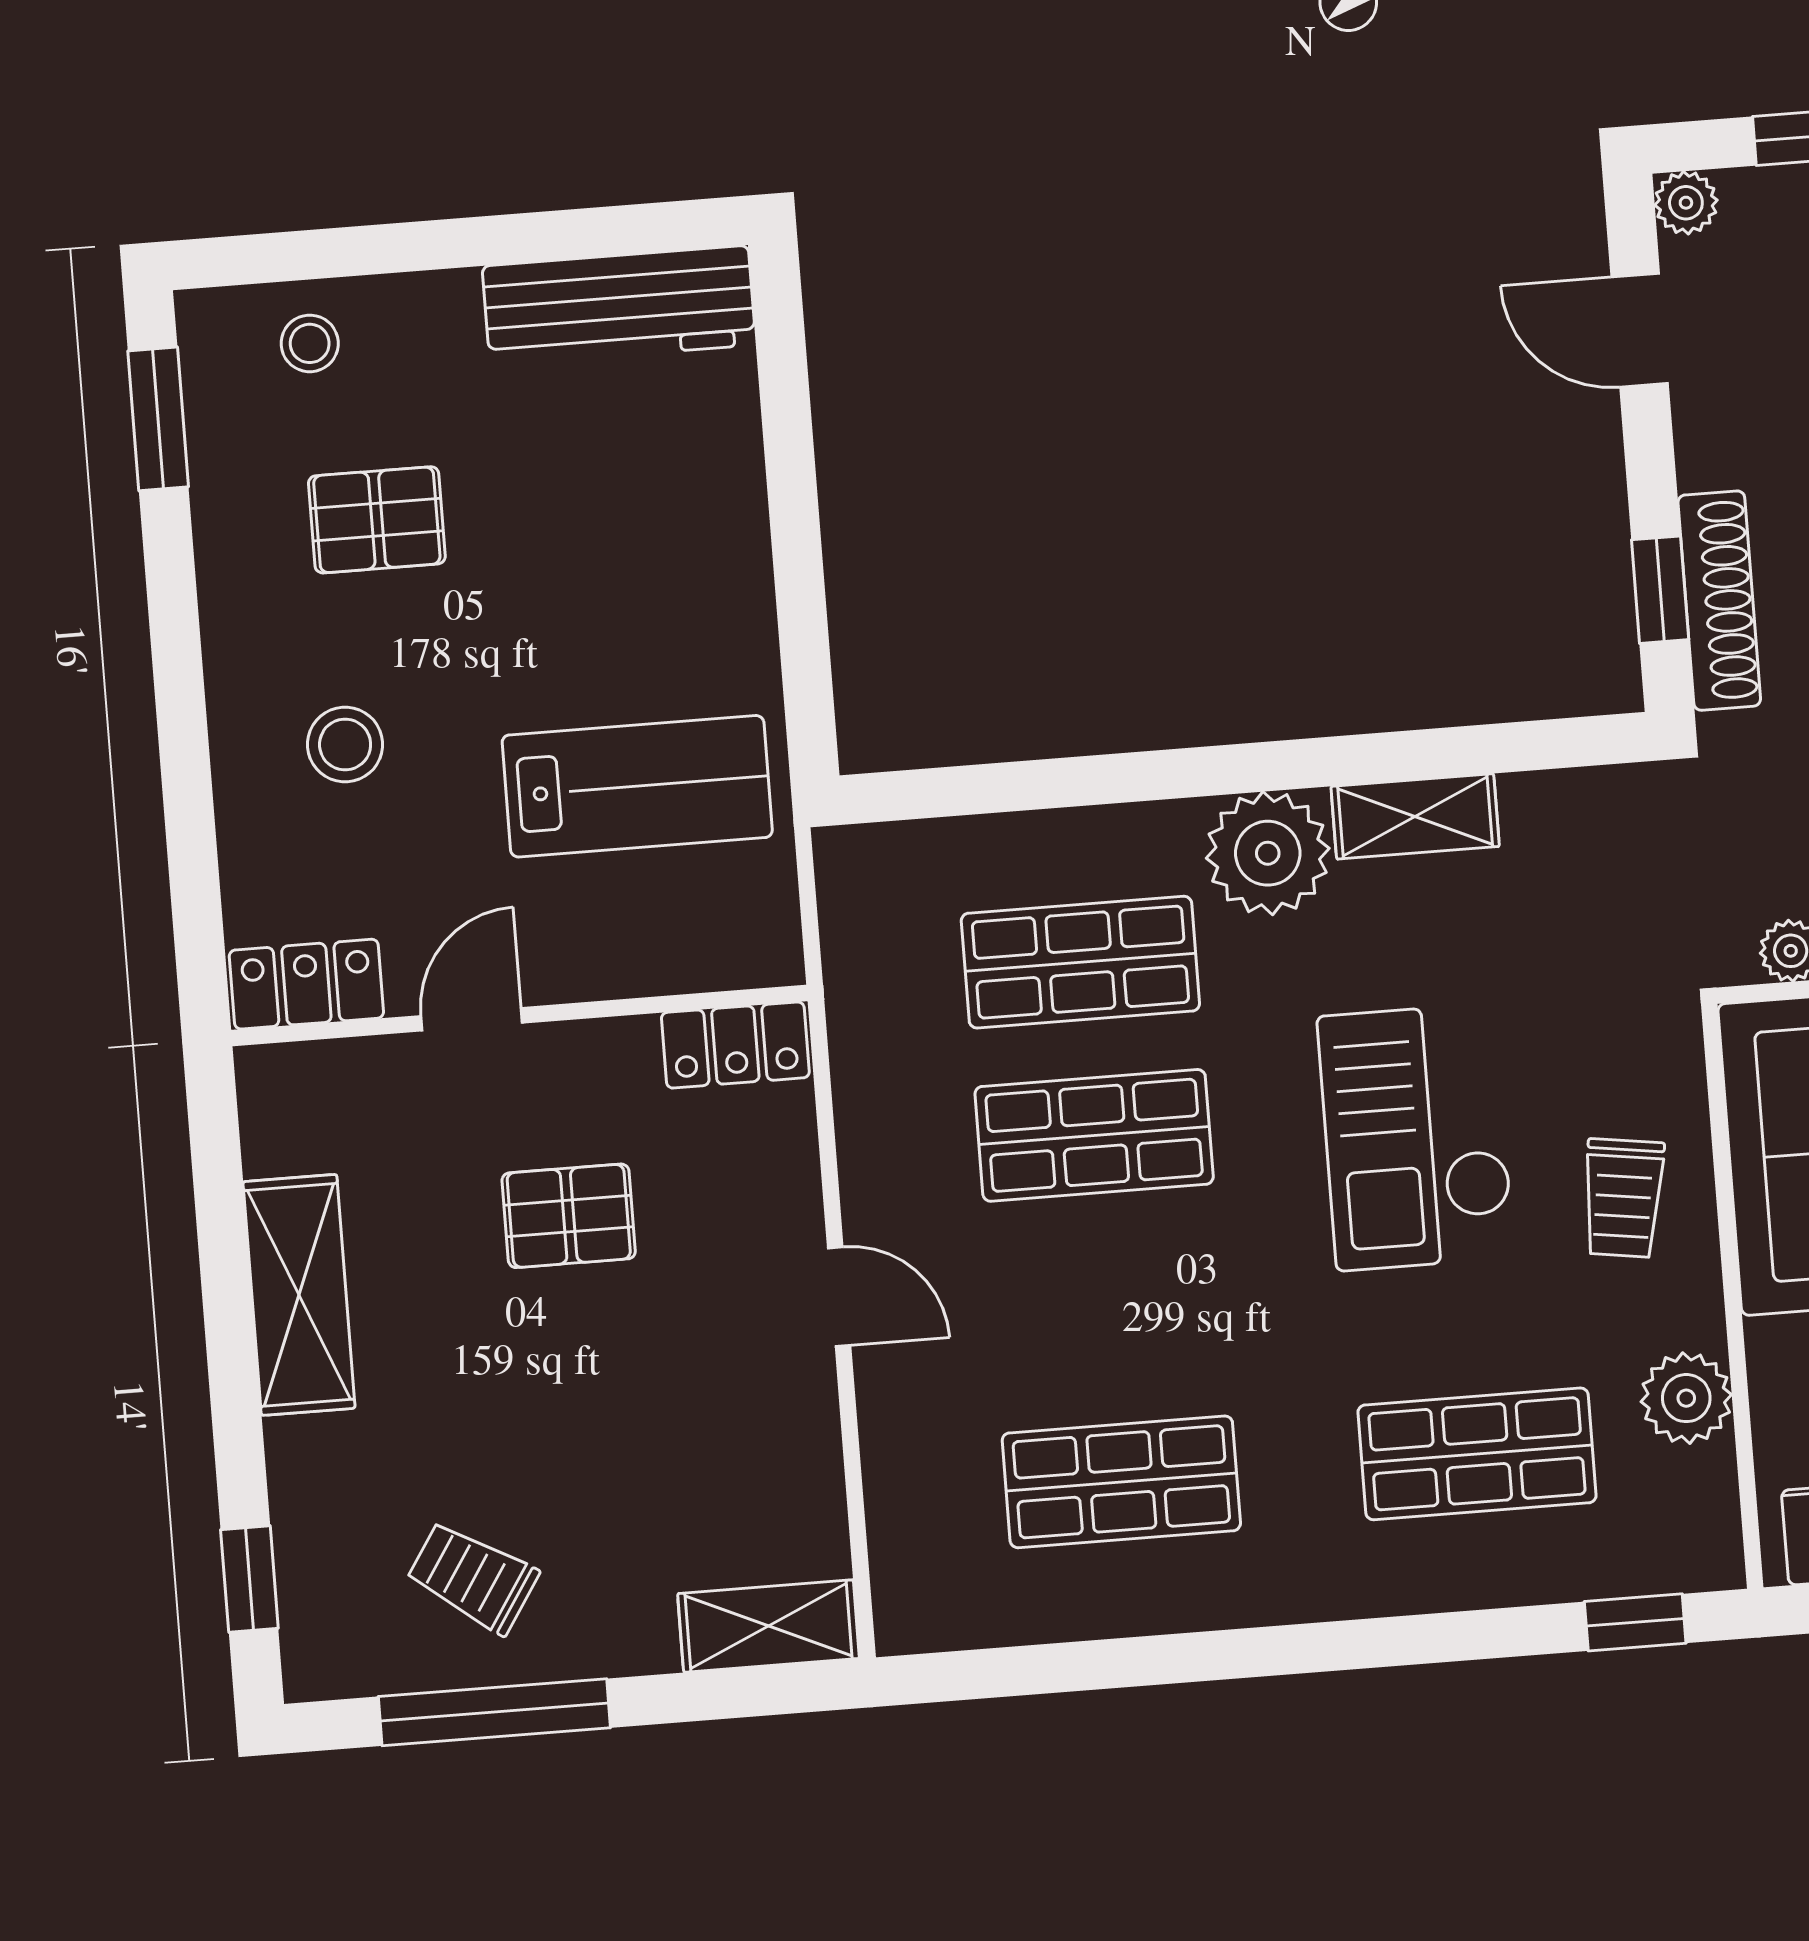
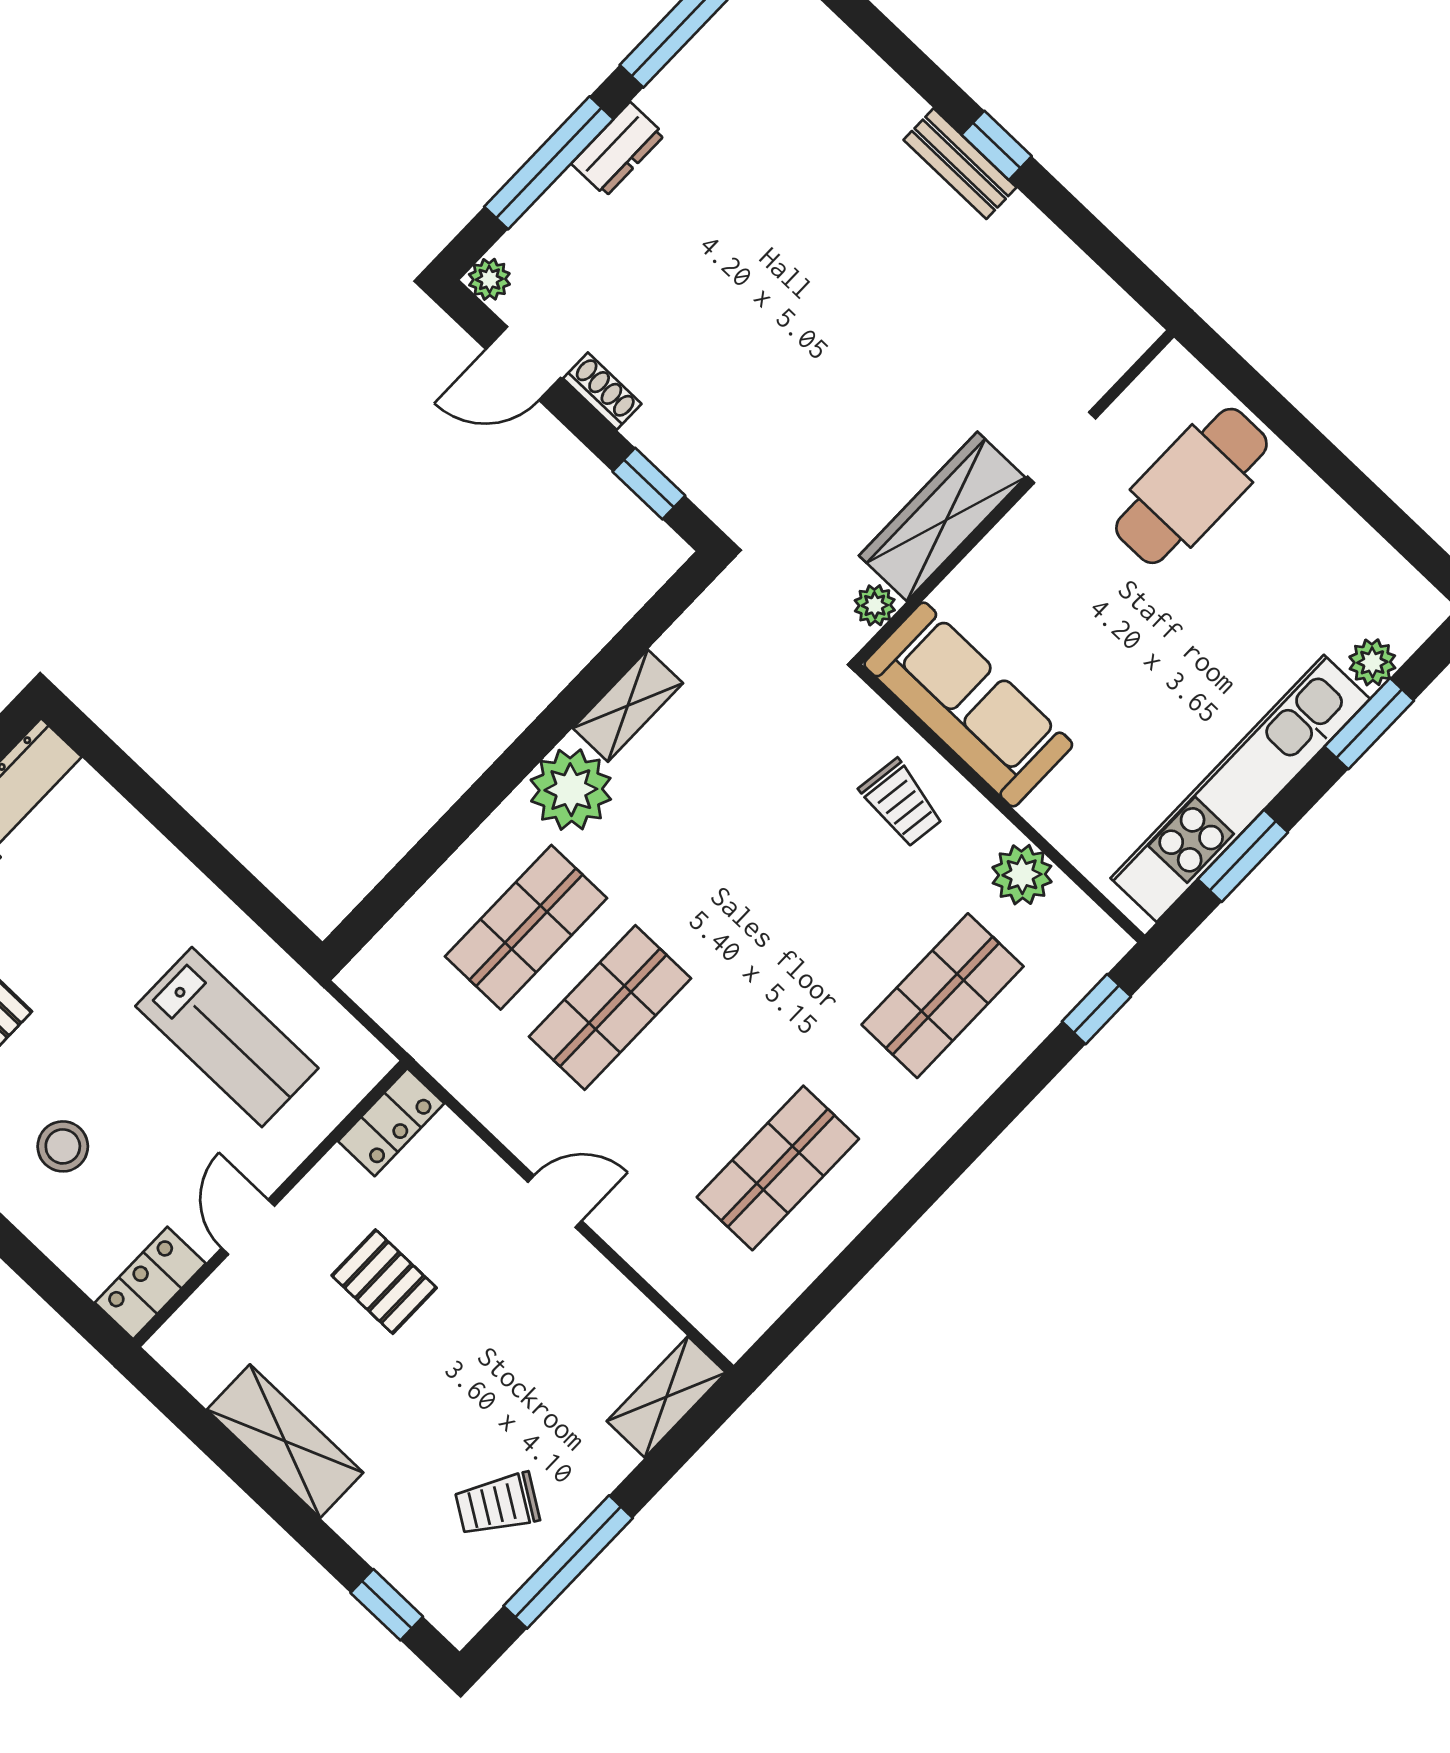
shoe rack: (1719, 601) -> (602, 391), moved, width x0.51, depth x0.81
lab bench: (637, 786) -> (227, 1037), turned 90
checkout: (1416, 1137) -> (771, 865), removed
pallet: (569, 1216) -> (384, 1282), turned 90

